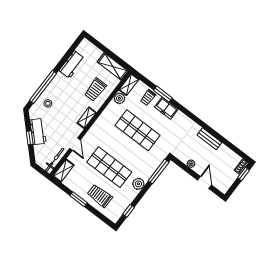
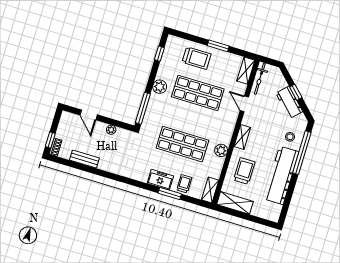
workbench: (72, 65) -> (281, 175), width x1.87, depth x1.32
plant: (119, 98) -> (221, 150), moved
bench: (209, 139) -> (84, 159), moved

